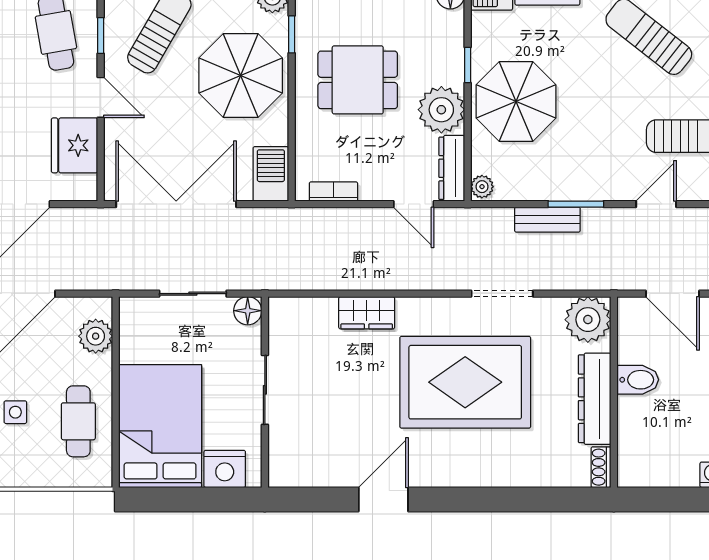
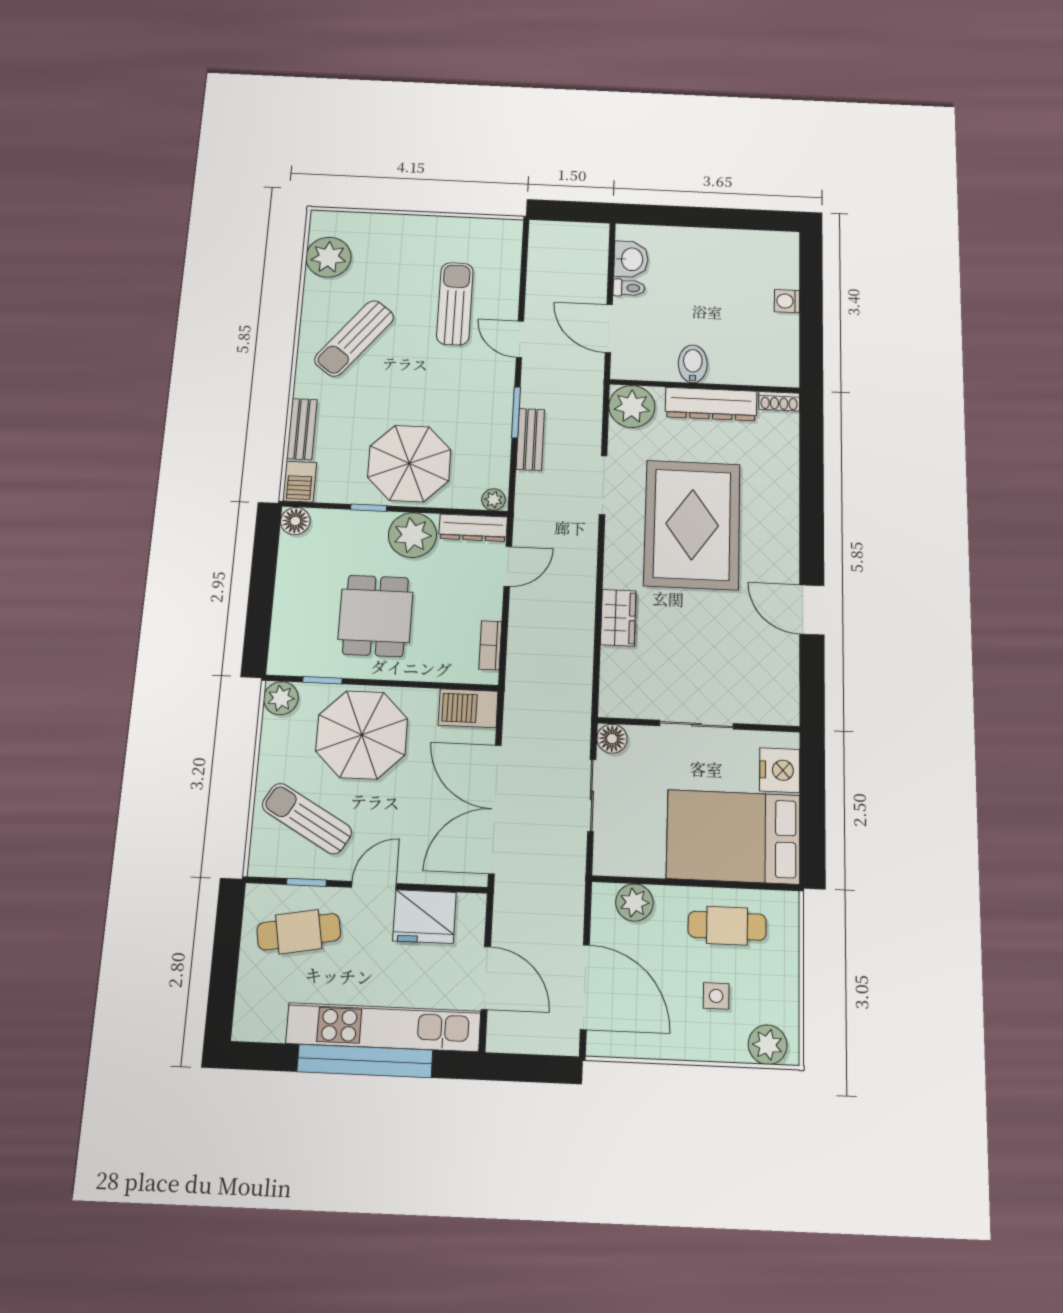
door: (673, 294) -> (609, 329), swing flipped

